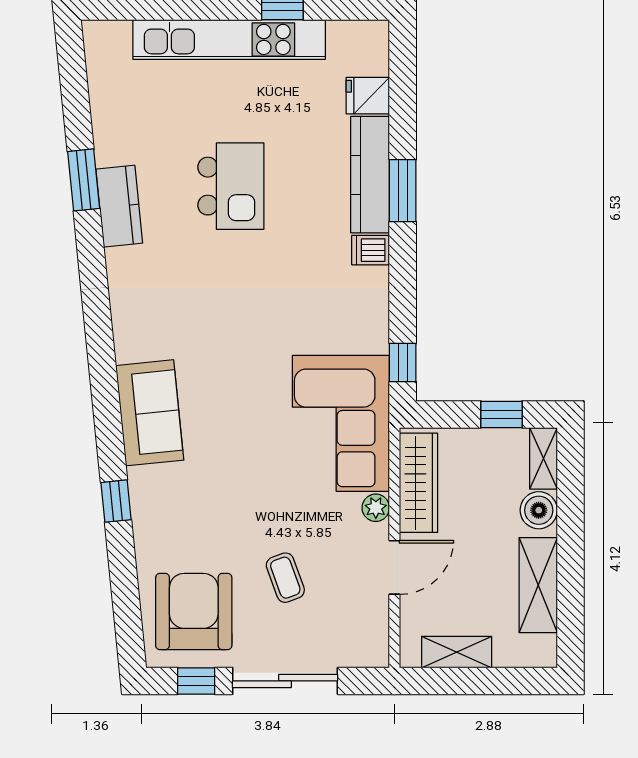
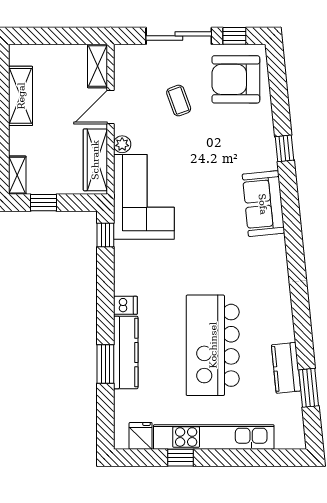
fridge: (368, 96) -> (141, 436), moved, turned -90
window: (84, 180) -> (309, 388), moved
kitchen island: (231, 186) -> (213, 345), width x1.87, depth x1.28
window: (403, 191) -> (105, 364), moved
kitchen counter: (119, 206) -> (286, 368), moved
boiler: (539, 510) -> (20, 143), removed
armchair: (194, 612) -> (236, 79), turned 90
shelving: (457, 652) -> (98, 66), moved, turned 90

